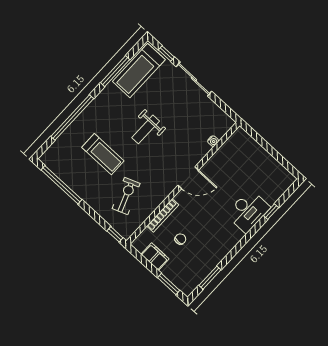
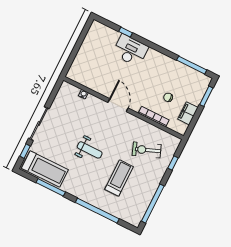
window: (115, 234) -> (173, 163), moved
window: (210, 278) -> (192, 65), width x1.44

